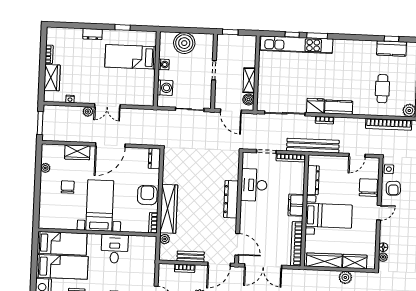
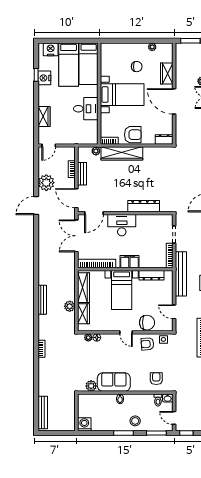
desk: (254, 185) -> (122, 225), moved
dresser: (231, 199) -> (144, 206), moved

